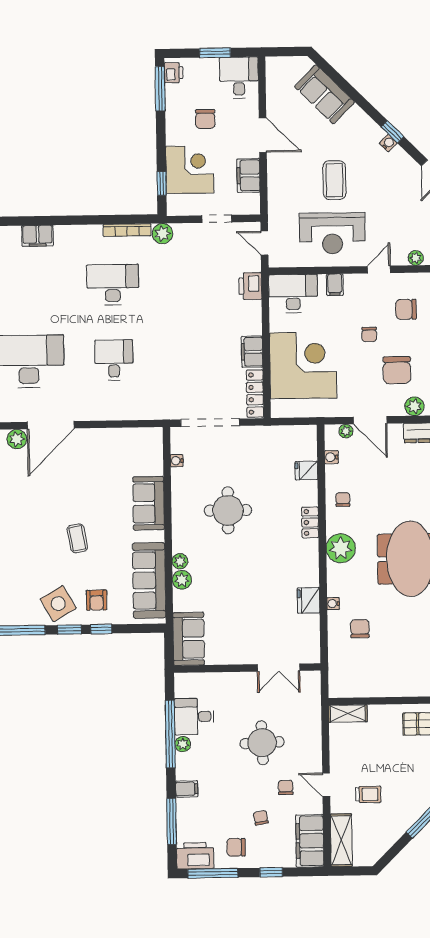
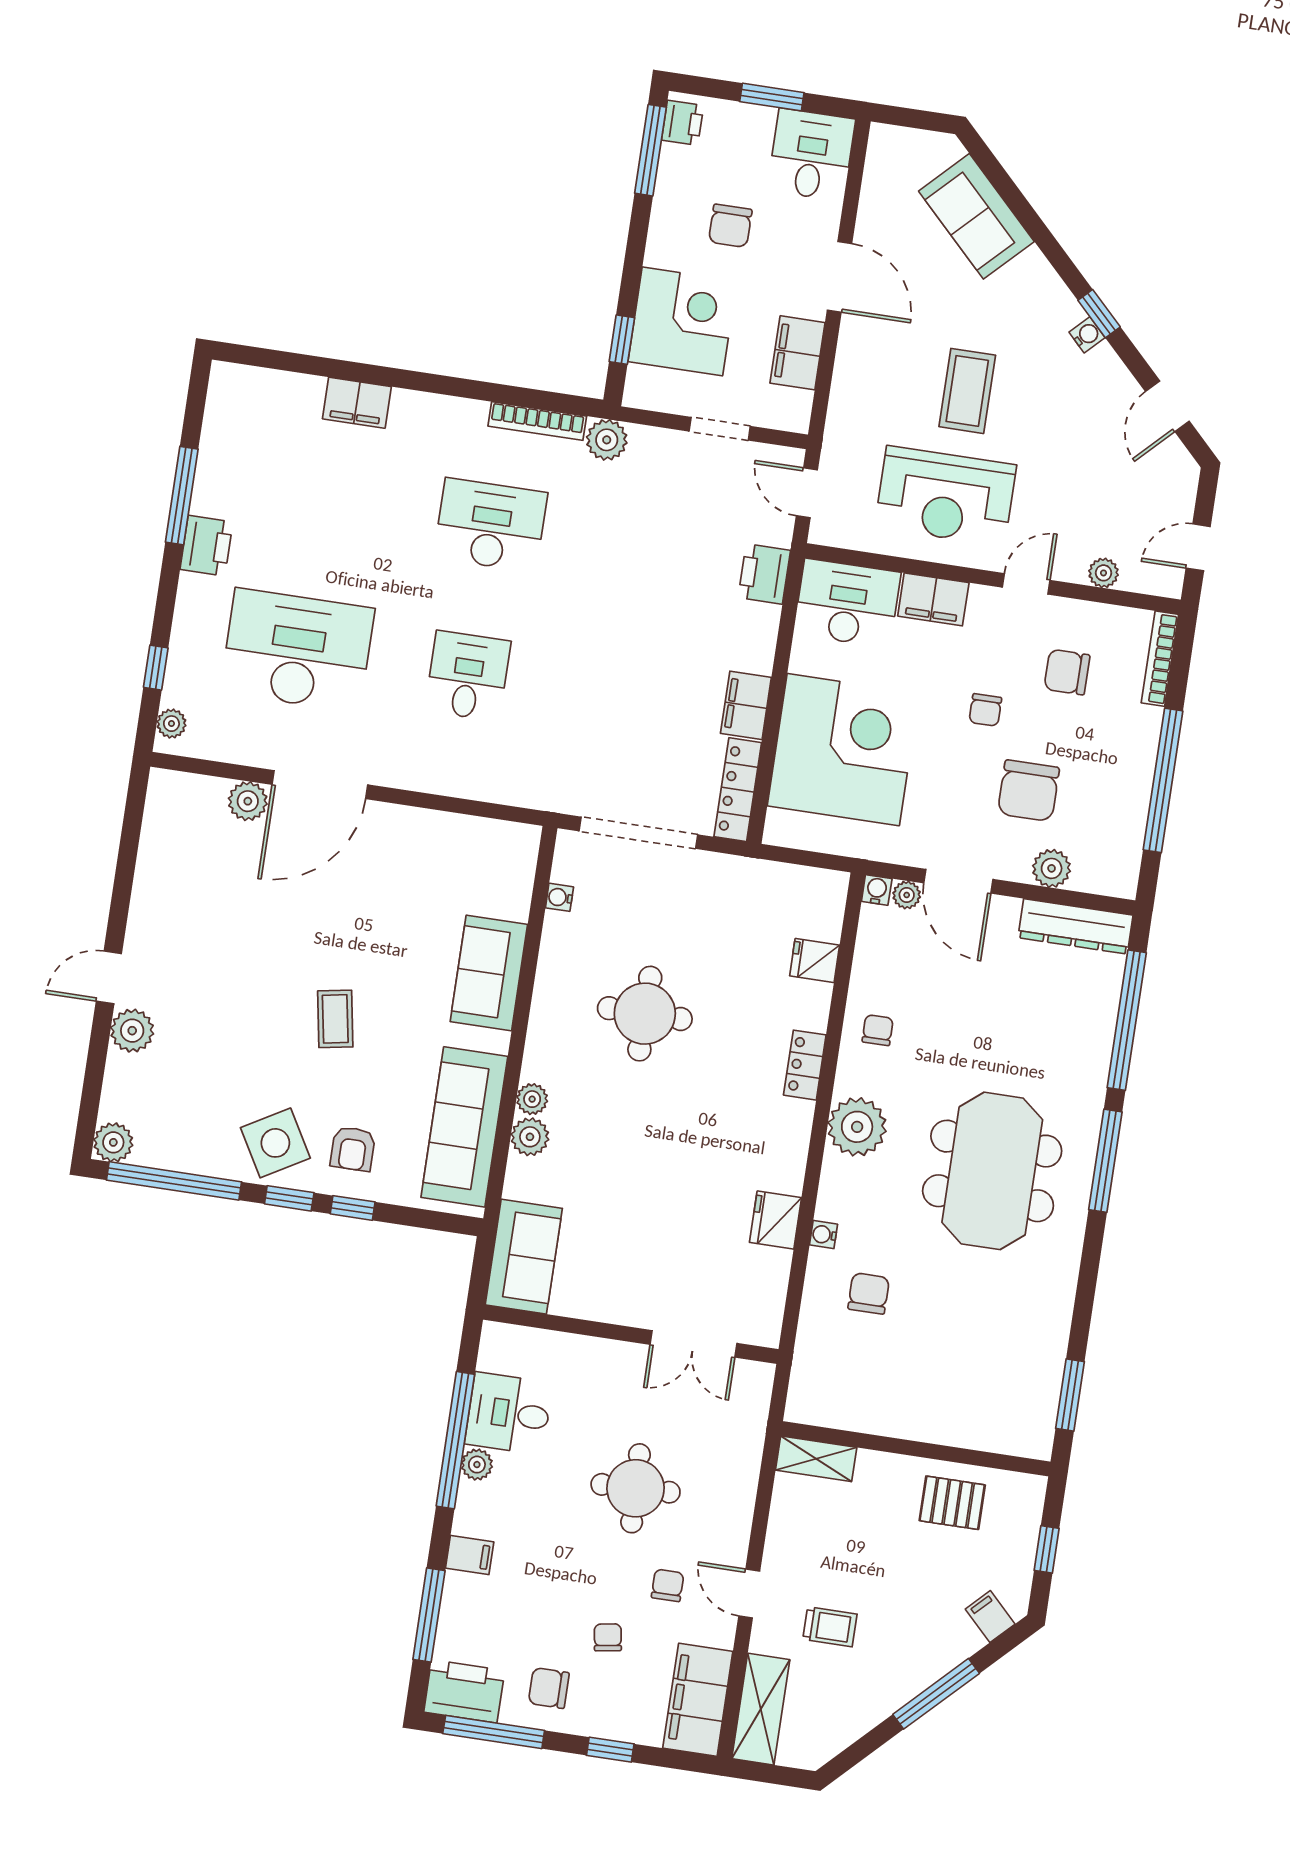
filing cabinet: (335, 285) -> (933, 599), width x2.00
water cooler: (331, 457) -> (877, 890), moved, turned 90

